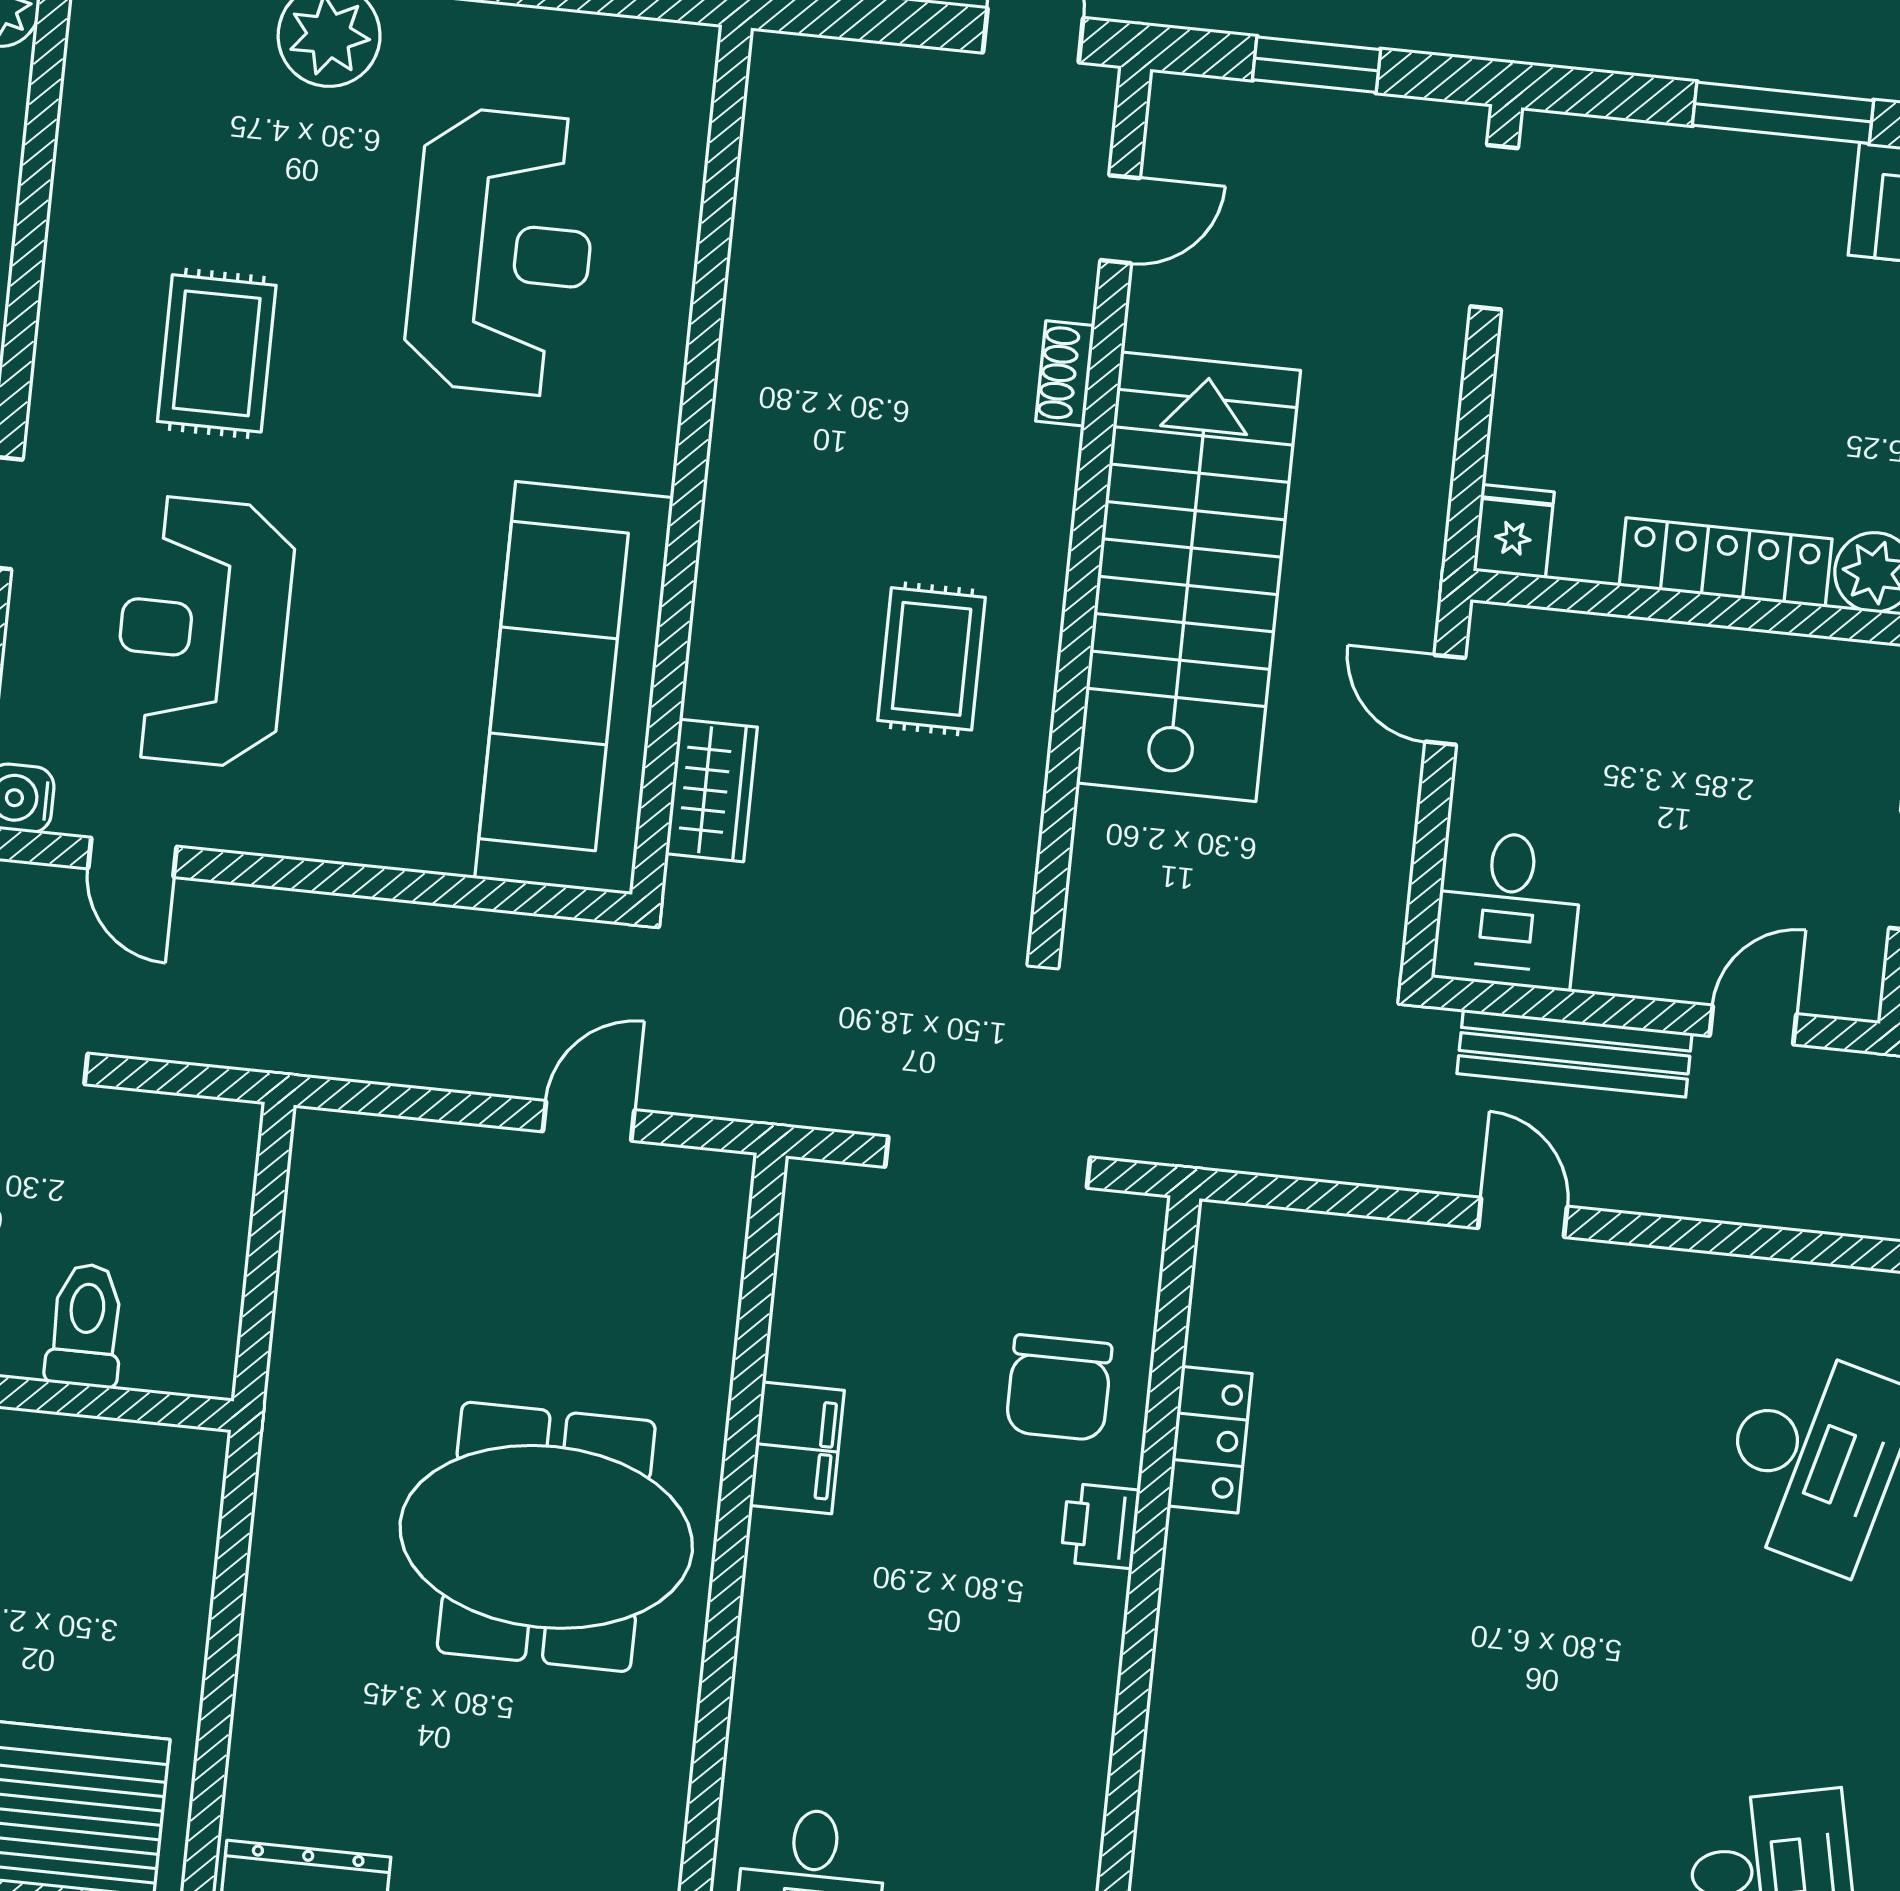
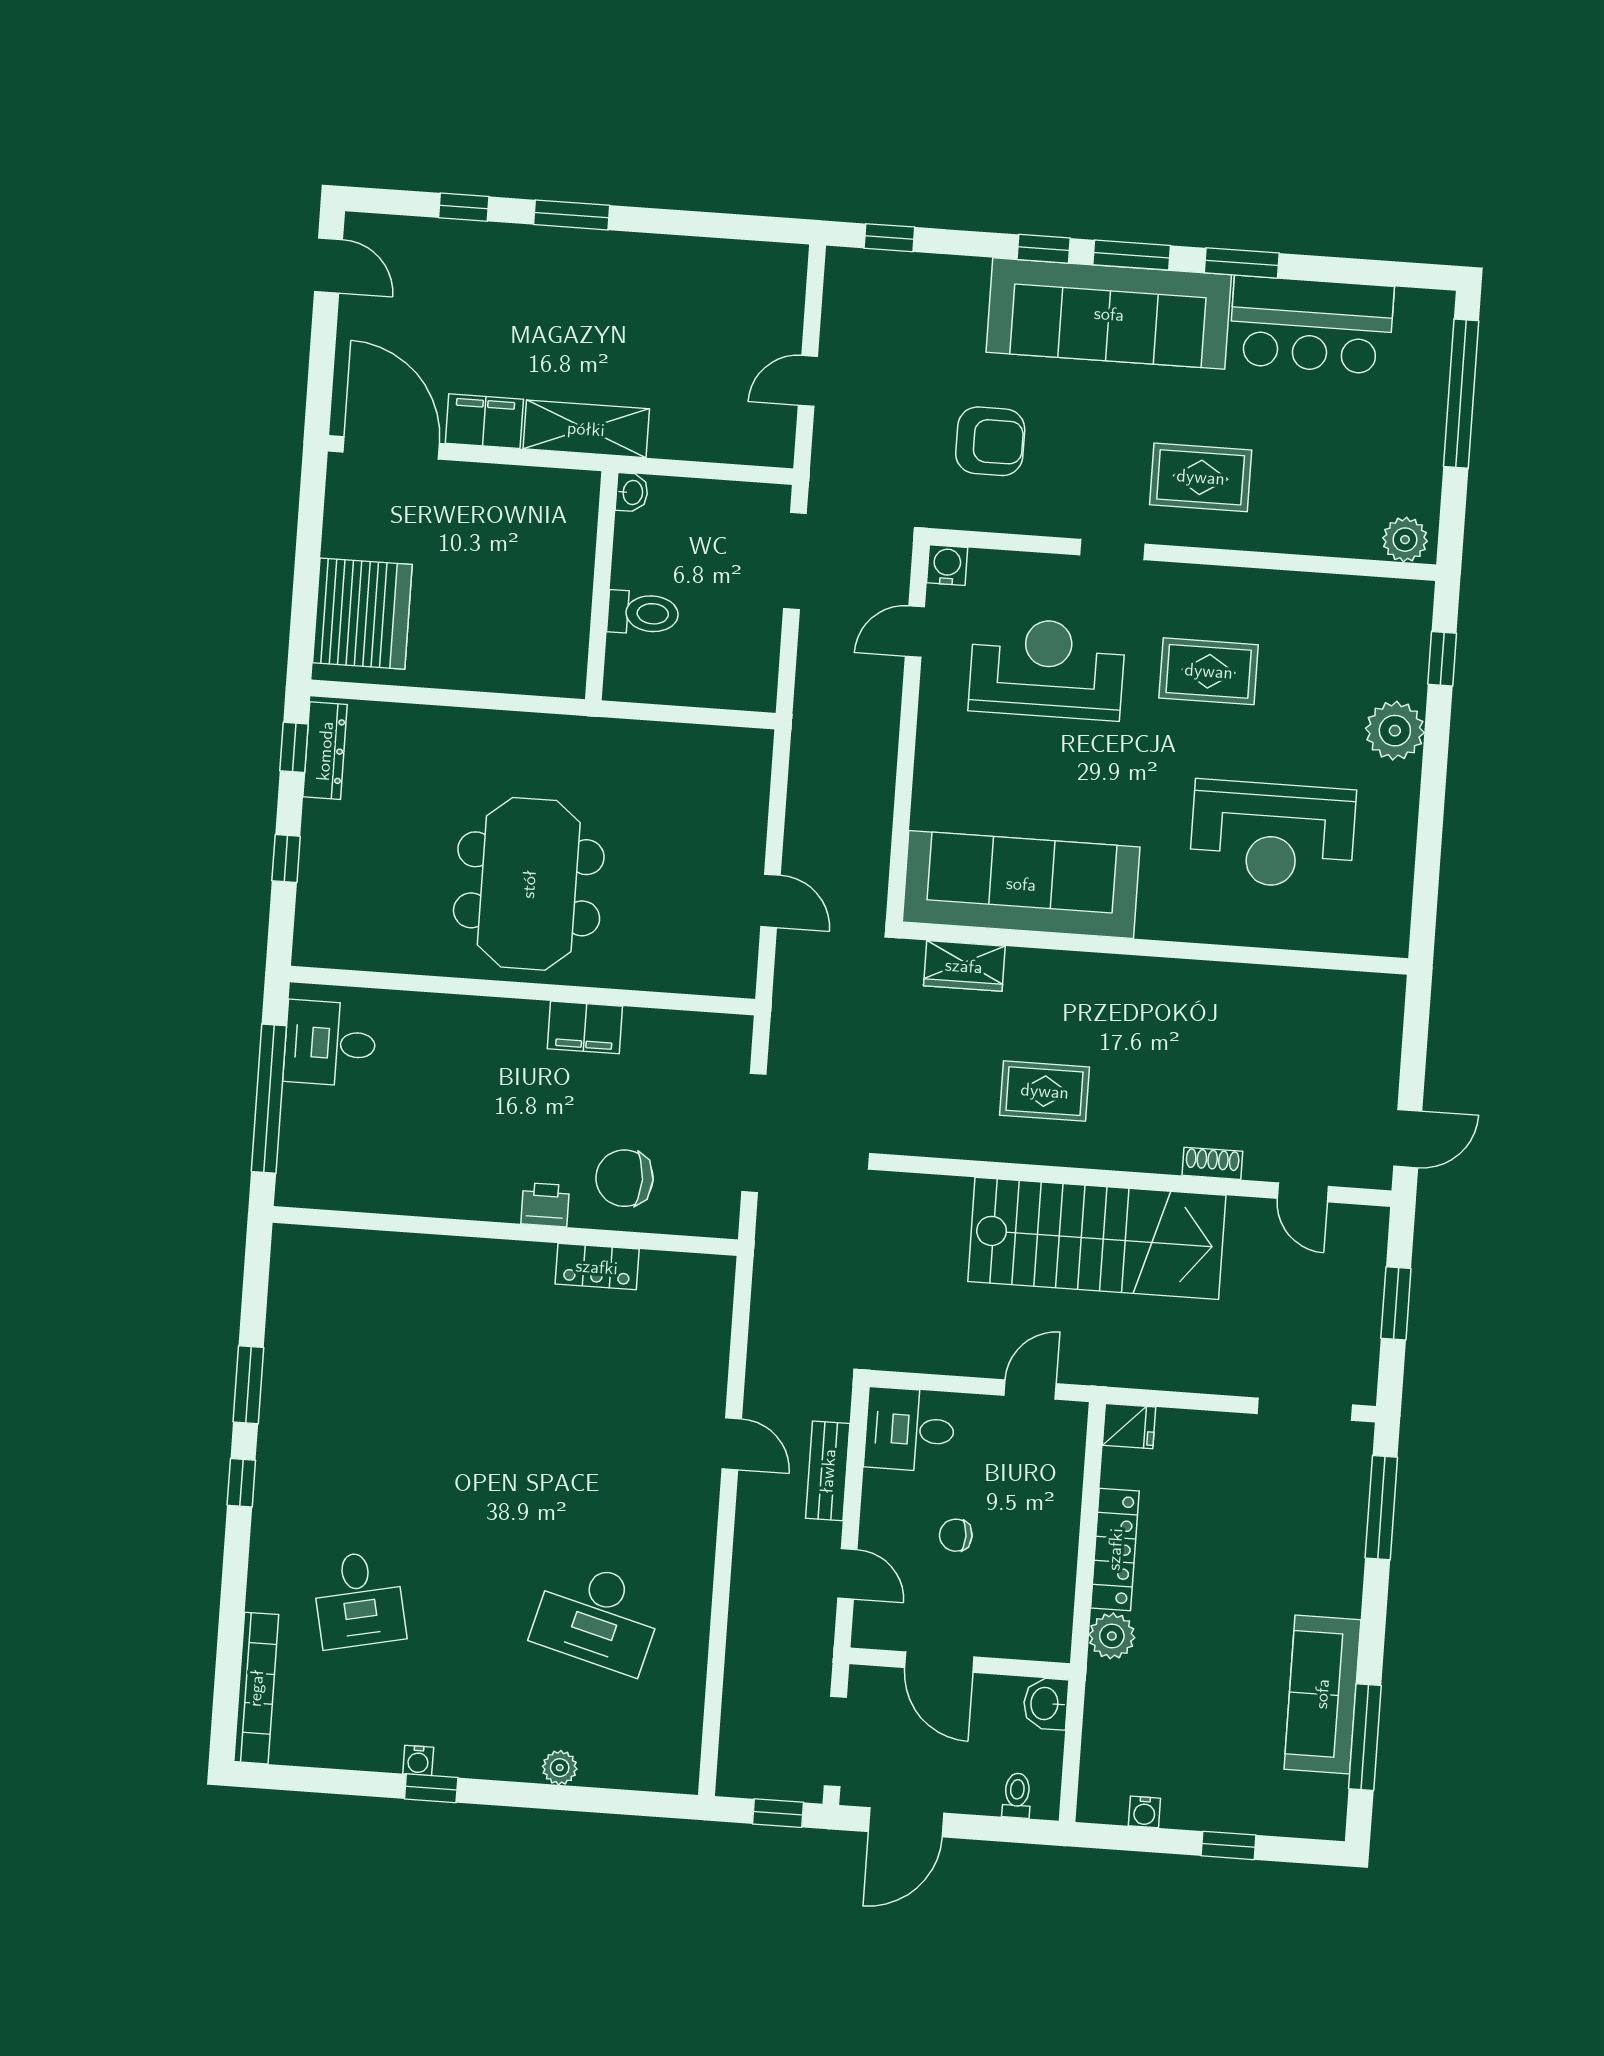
window: (1783, 113) -> (1381, 1508), moved
chair: (1692, 836) -> (956, 1535), added
bench: (1575, 1053) -> (828, 1471), width x0.73
door: (1523, 1217) -> (732, 1444), hinge flipped

